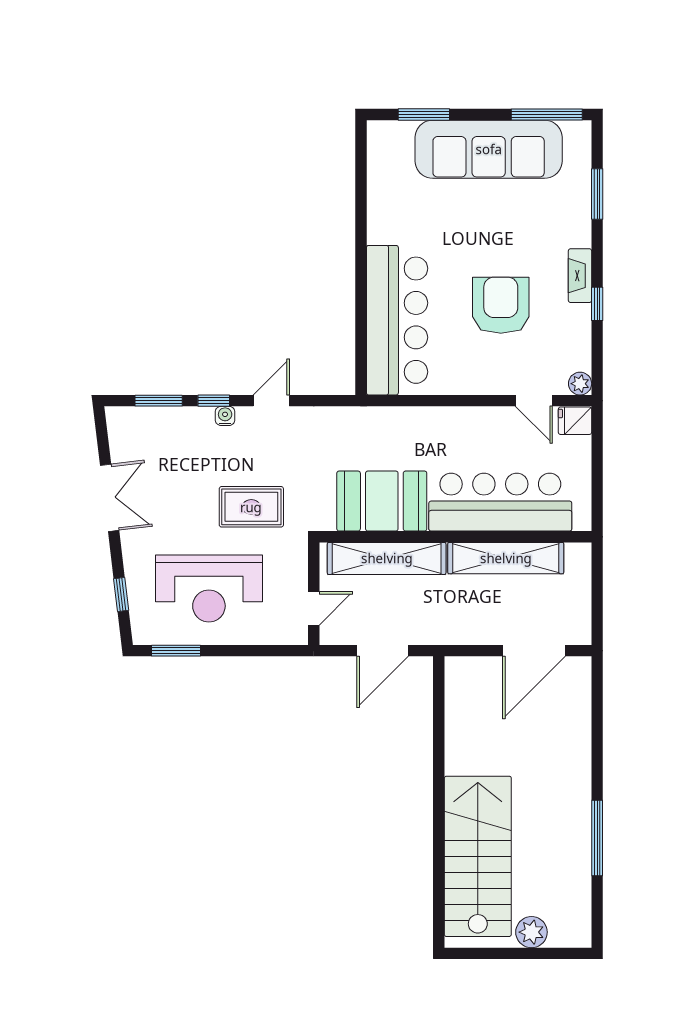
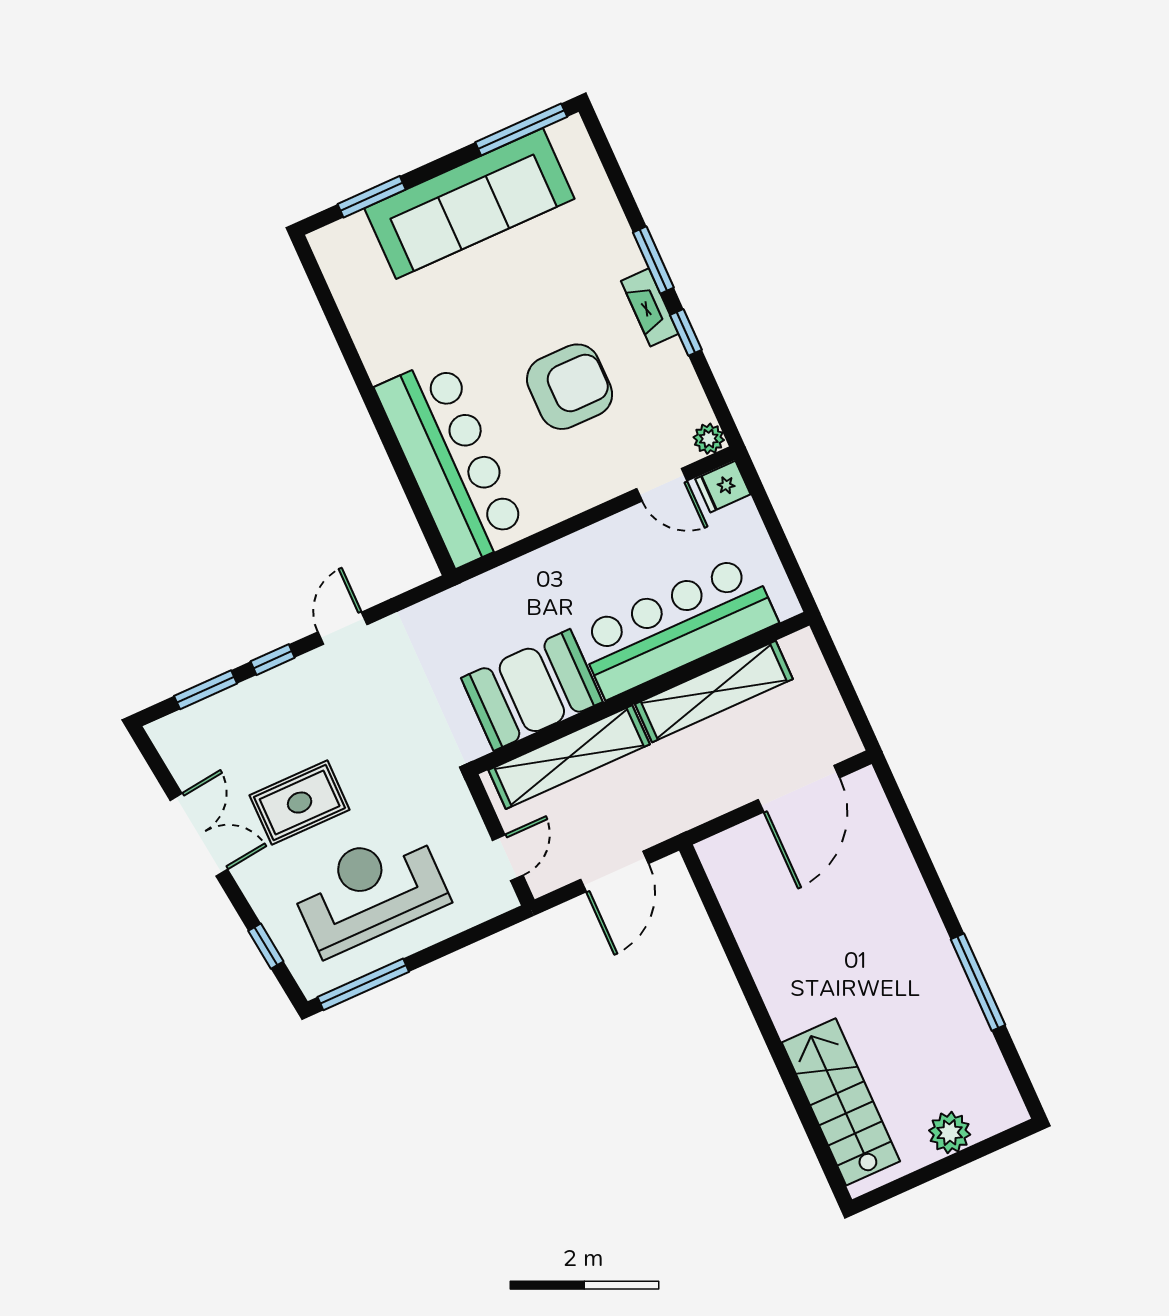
window: (597, 194) -> (653, 260), moved
armchair: (501, 305) -> (570, 387), turned 90
water cooler: (225, 416) -> (295, 672), removed
rug: (251, 507) -> (300, 803), moved
reception desk: (209, 589) -> (369, 891), turned 180
window: (176, 651) -> (363, 984), width x1.44
stairs: (478, 856) -> (841, 1102), width x0.73, depth x0.66

